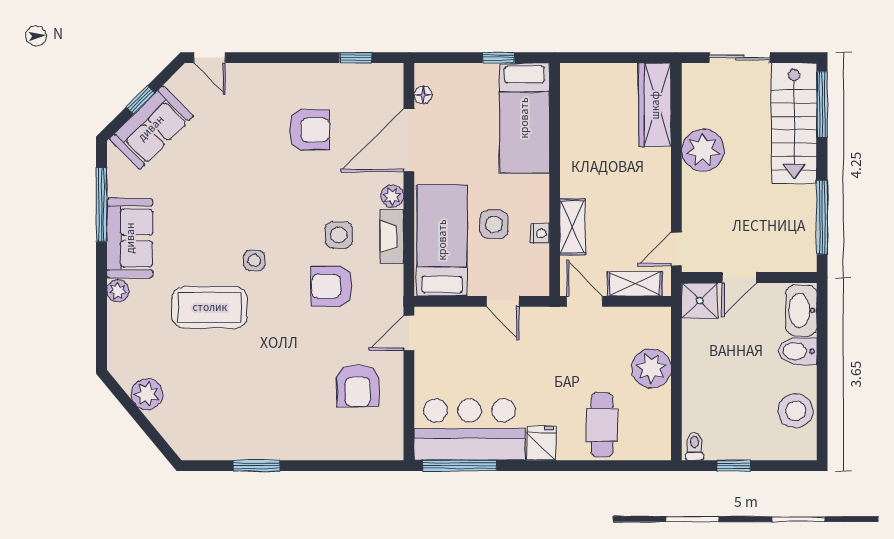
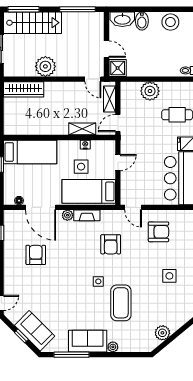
side table: (339, 235) -> (169, 276), moved

